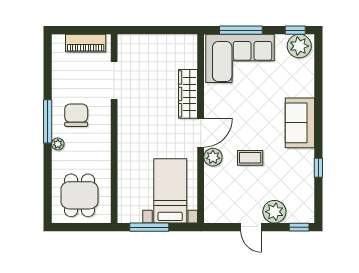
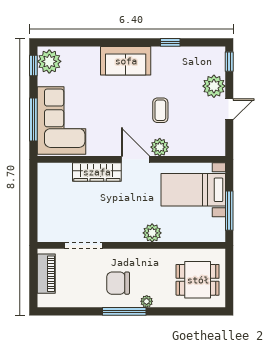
plant: (127, 150) -> (152, 233), added

